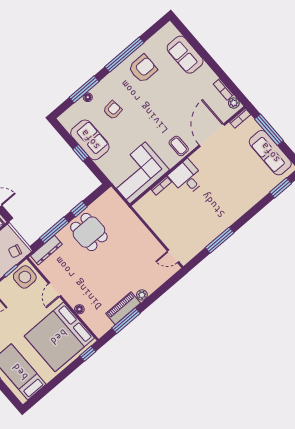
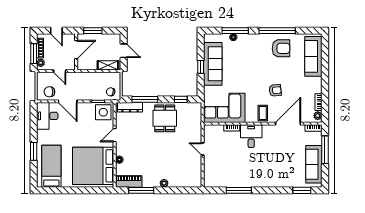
sofa: (185, 55) -> (313, 56), width x1.36
armchair: (113, 110) -> (275, 90), moved
sofa: (90, 140) -> (213, 64), width x1.36
window: (79, 209) -> (181, 99), moved
door: (173, 256) -> (203, 149), moved
piano: (123, 308) -> (129, 181), moved
window: (88, 354) -> (102, 190), removed

